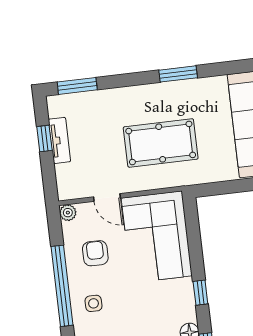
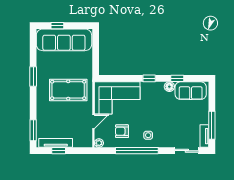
tv unit: (59, 140) -> (56, 143), width x1.41
pool table: (161, 143) -> (68, 90), turned 90

